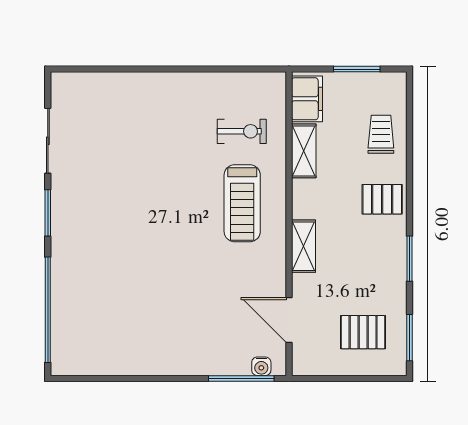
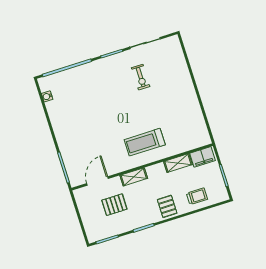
exercise bike: (242, 131) -> (141, 77), moved
pallet: (363, 332) -> (114, 205), moved, turned 90
water cooler: (261, 366) -> (47, 96), moved

